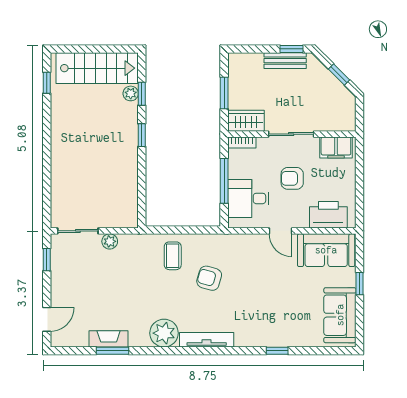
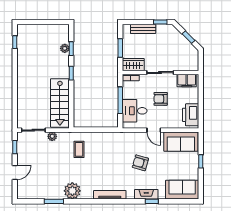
bench: (285, 61) -> (143, 29), moved
stairs: (97, 68) -> (60, 103), moved, turned 90
printer: (328, 215) -> (191, 115), moved, turned -90
coffee table: (173, 256) -> (79, 149), moved
armchair: (209, 278) -> (140, 163), moved
sofa: (340, 315) -> (182, 190), moved, turned 90
door: (47, 319) -> (15, 172), moved
plant: (164, 333) -> (72, 191), moved
fireplace: (109, 339) -> (146, 194), moved

